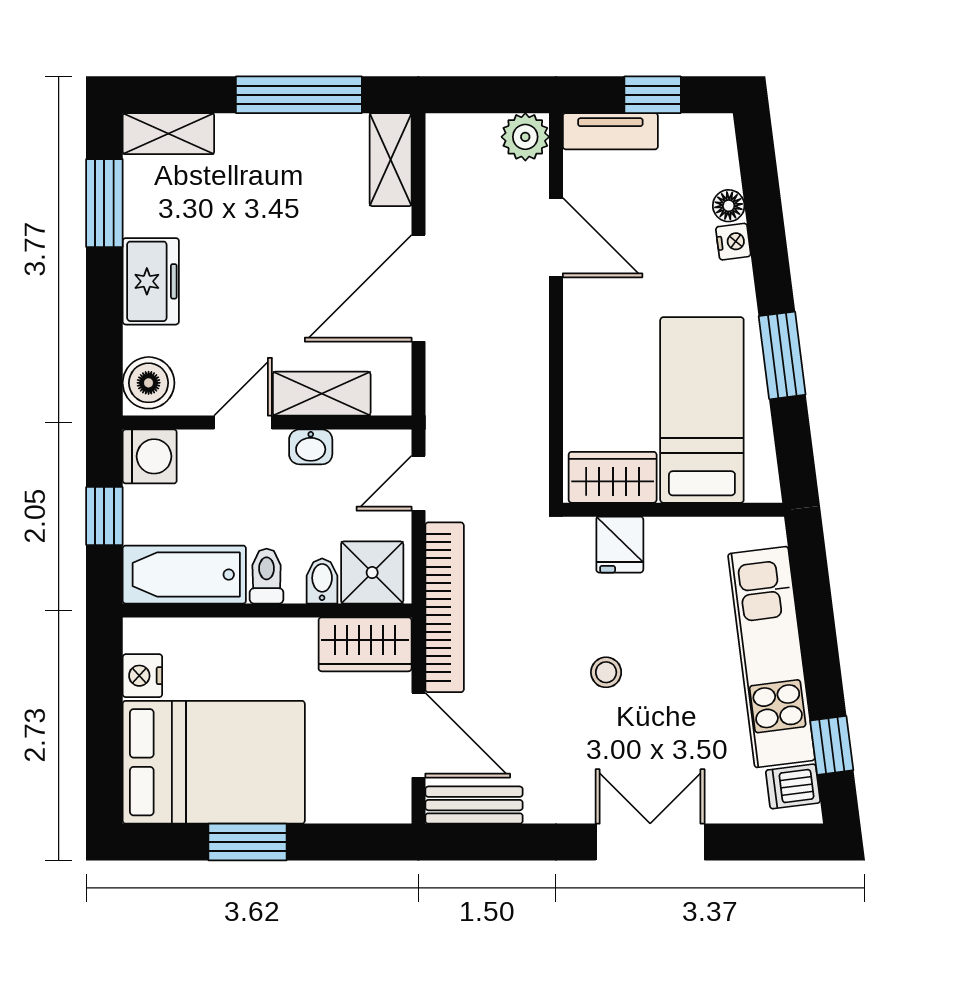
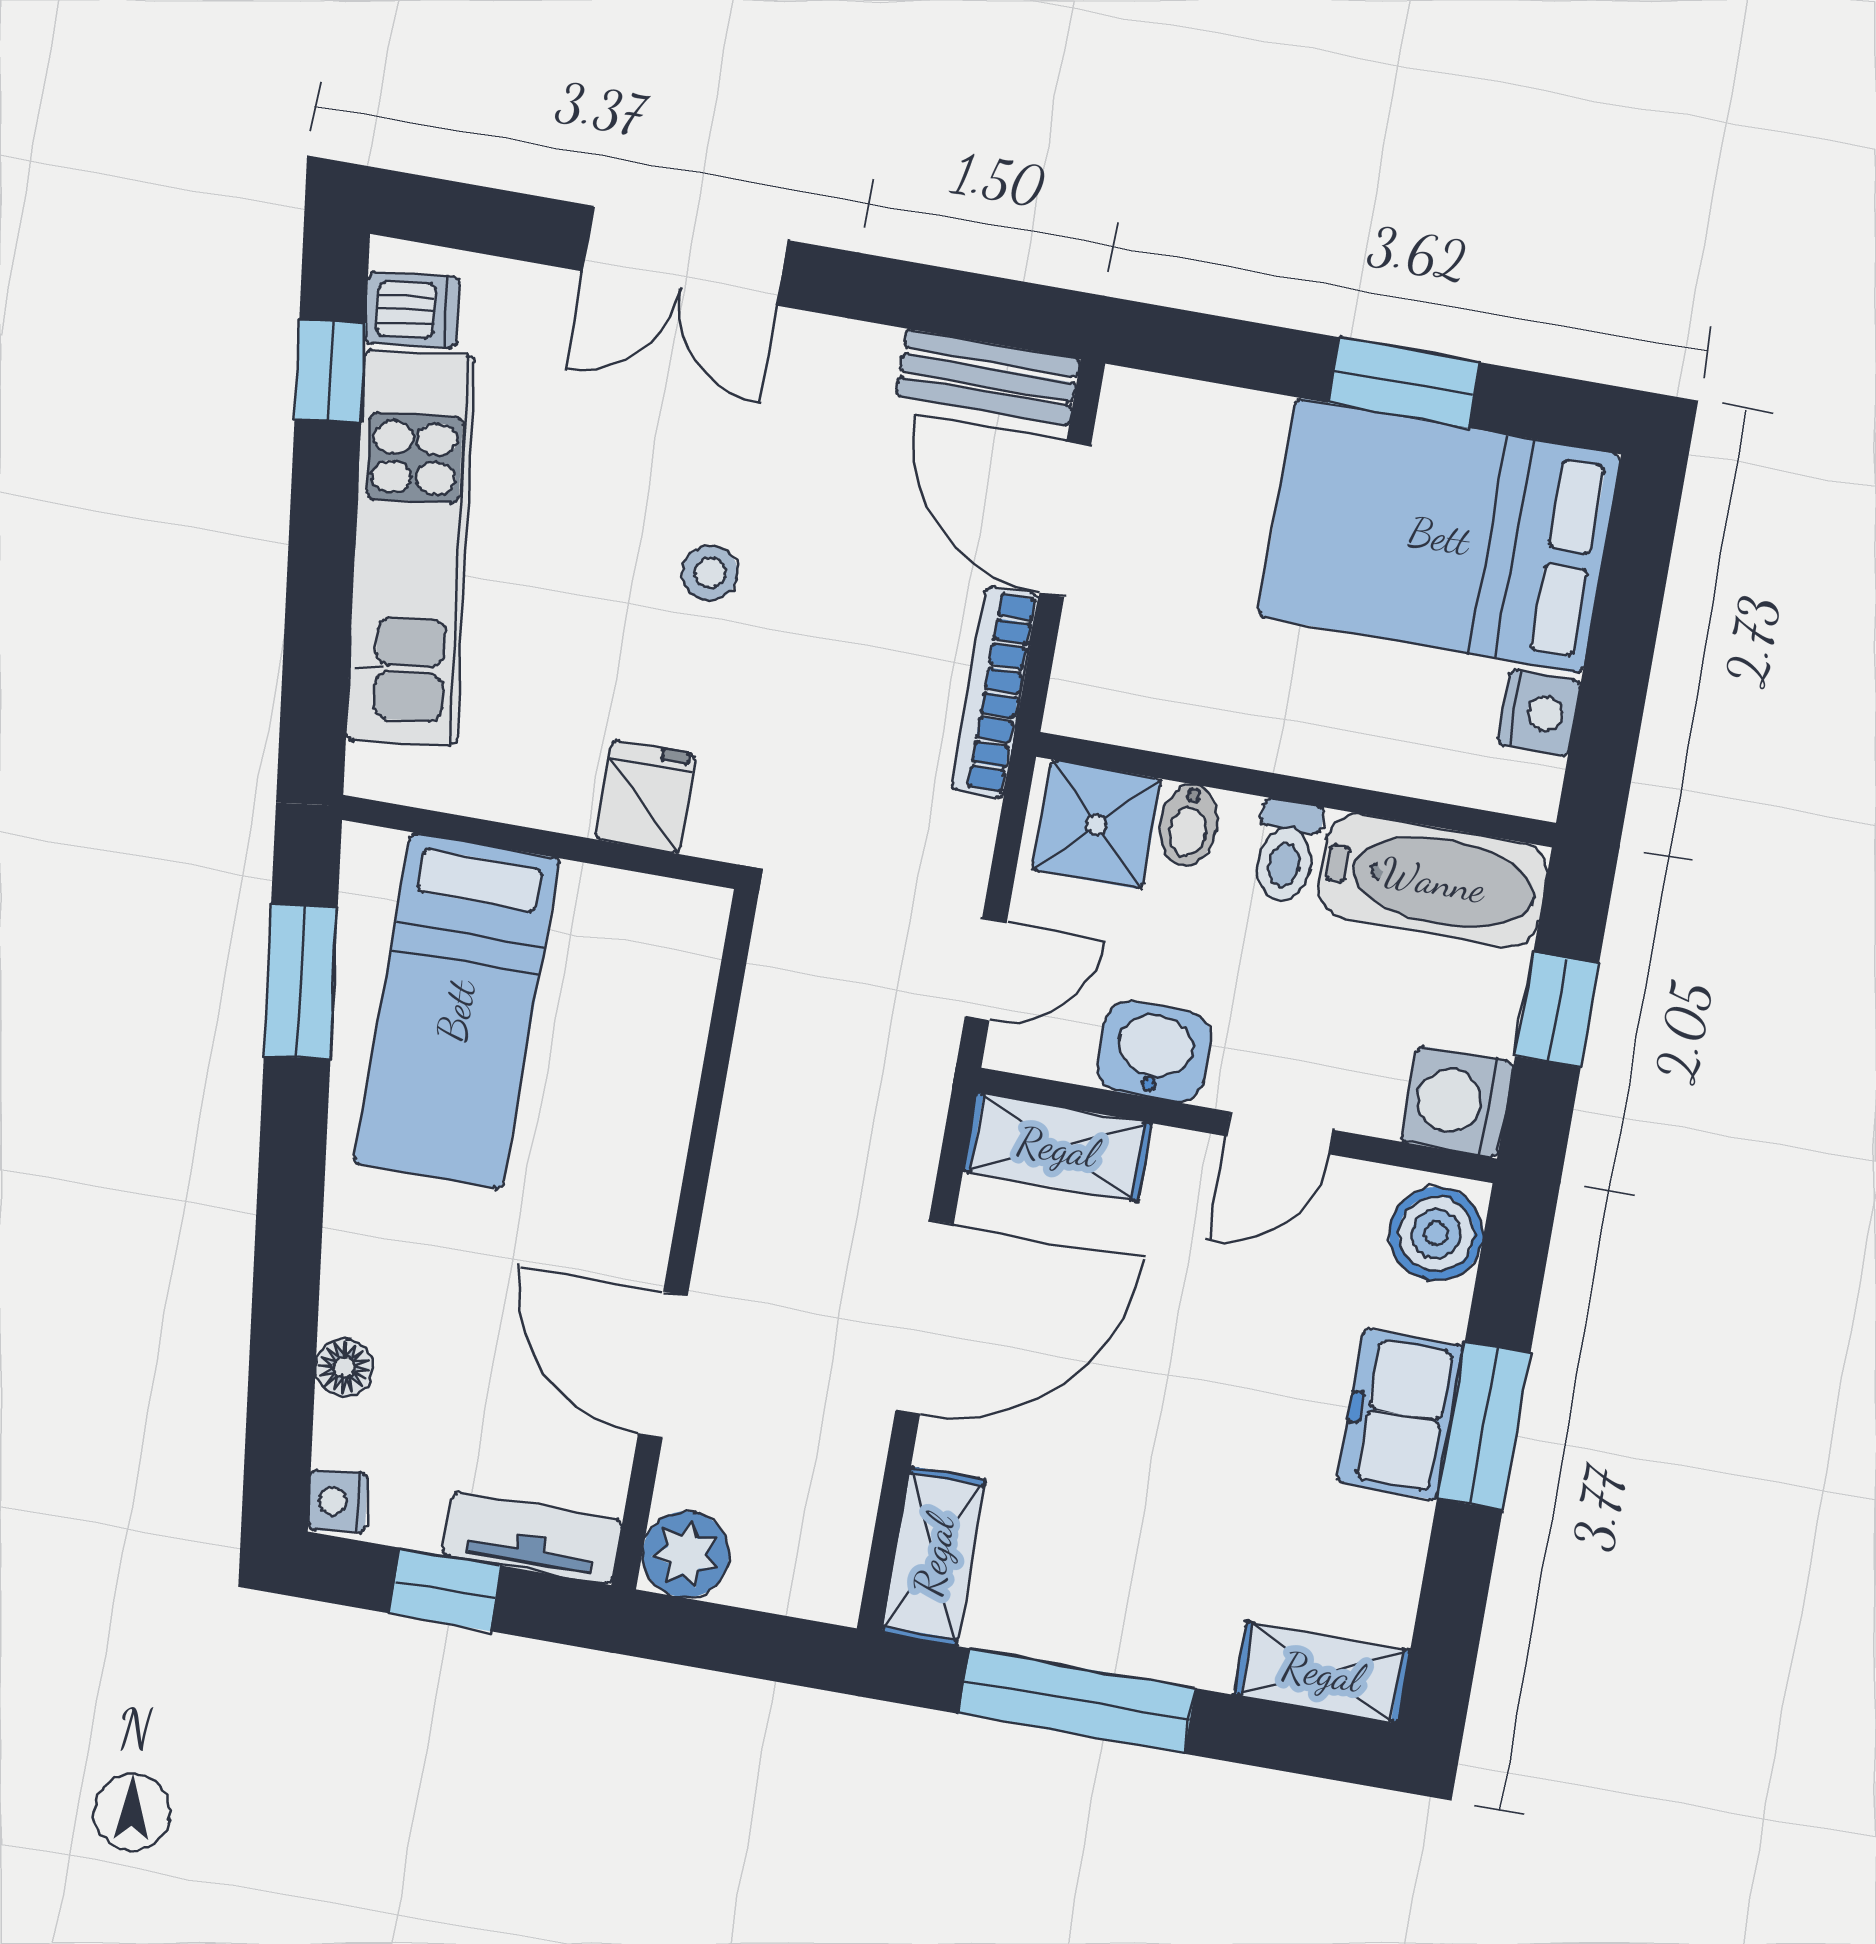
window: (104, 203) -> (1484, 1426), moved
nightstand: (733, 242) -> (338, 1501), moved
window: (782, 355) -> (301, 982), moved
shelving: (322, 394) -> (1057, 1147), moved
washbasin: (311, 447) -> (1154, 1052), width x1.38, depth x1.45
wardrobe: (613, 477) -> (637, 919), removed
bookcase: (445, 607) -> (995, 692), width x0.68, depth x0.76
wardrobe: (365, 644) -> (1132, 699), removed

